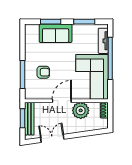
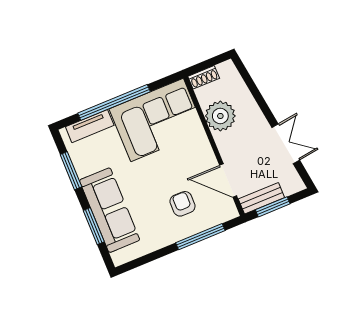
sofa: (56, 33) -> (110, 210), width x1.36
door: (62, 101) -> (228, 181), moved
bench: (29, 119) -> (261, 198), width x0.73
double door: (52, 138) -> (286, 144), swing flipped

